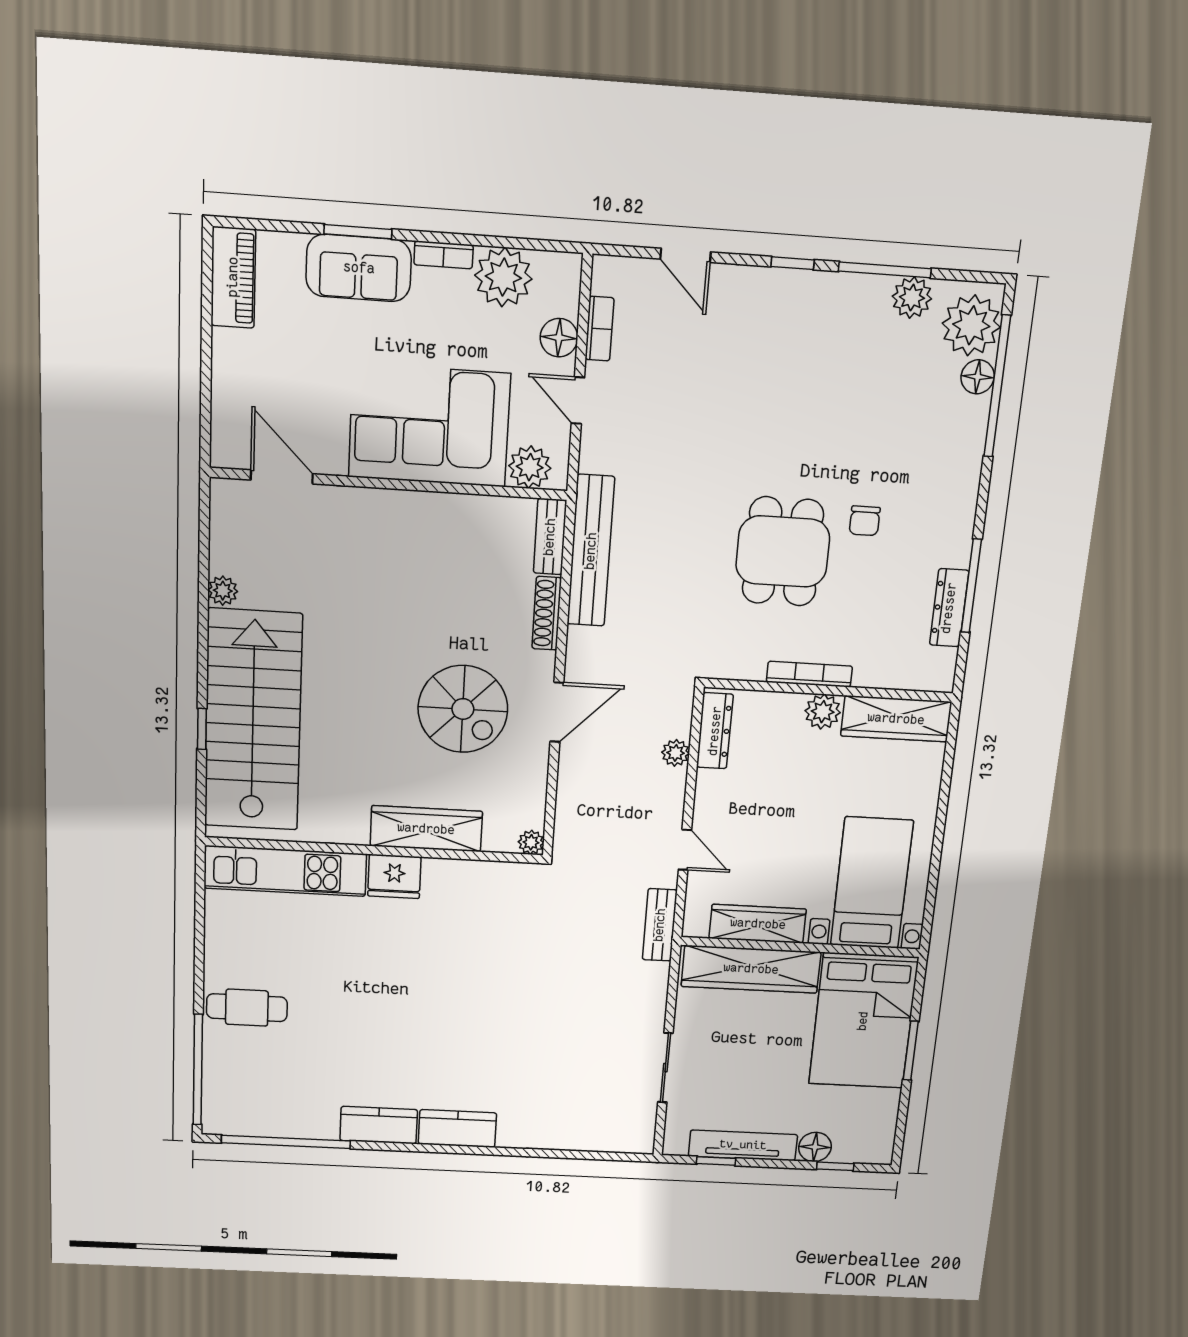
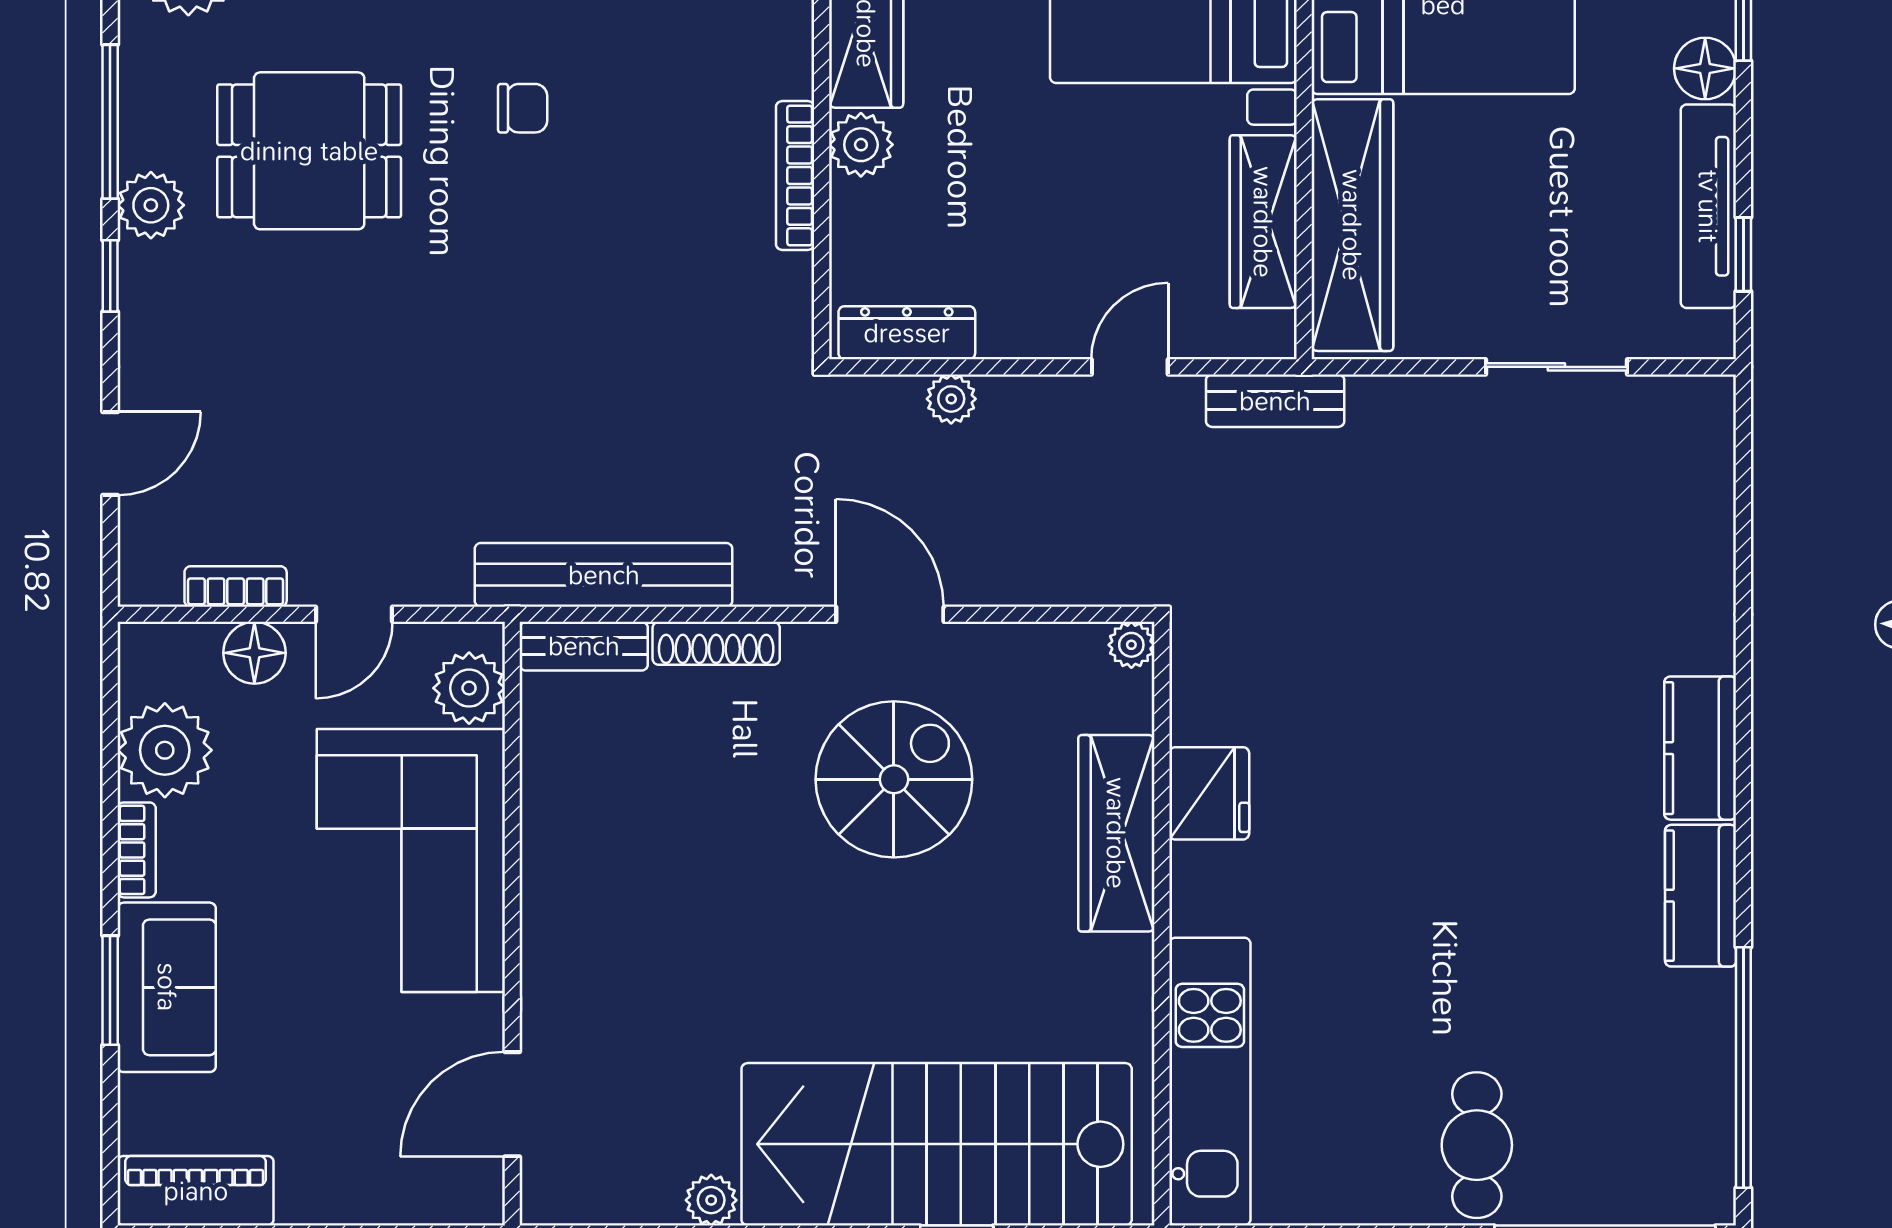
plant: (912, 298) -> (151, 205), moved
dining table: (783, 551) -> (309, 151), moved
fridge: (394, 876) -> (1209, 793), moved

